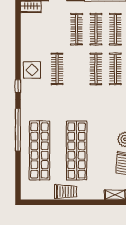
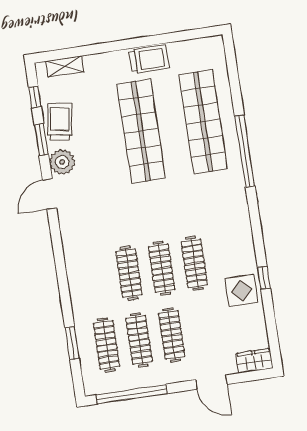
clothes rail: (115, 69) -> (162, 268), moved
display table: (32, 70) -> (241, 290), moved
window: (18, 86) -> (264, 278), moved
trolley: (65, 192) -> (149, 59), turned 180

